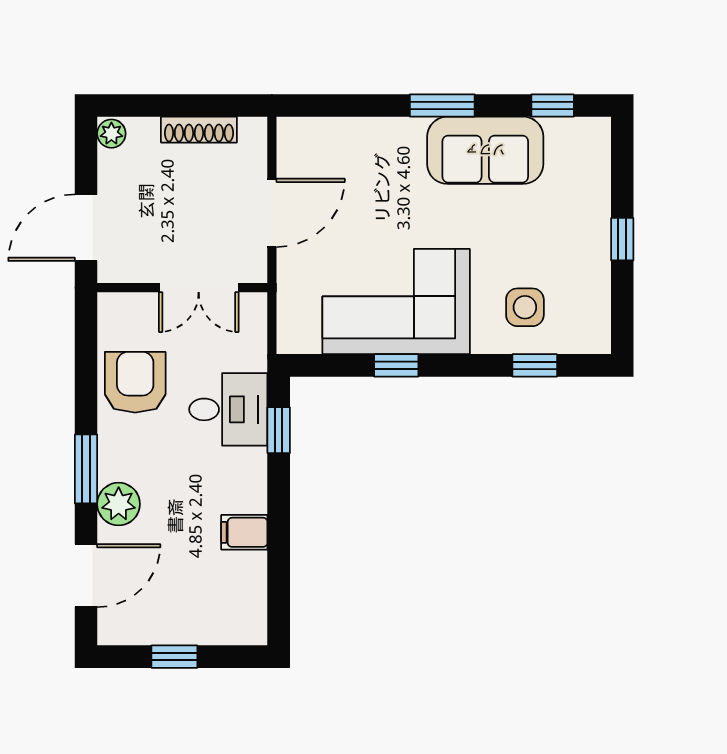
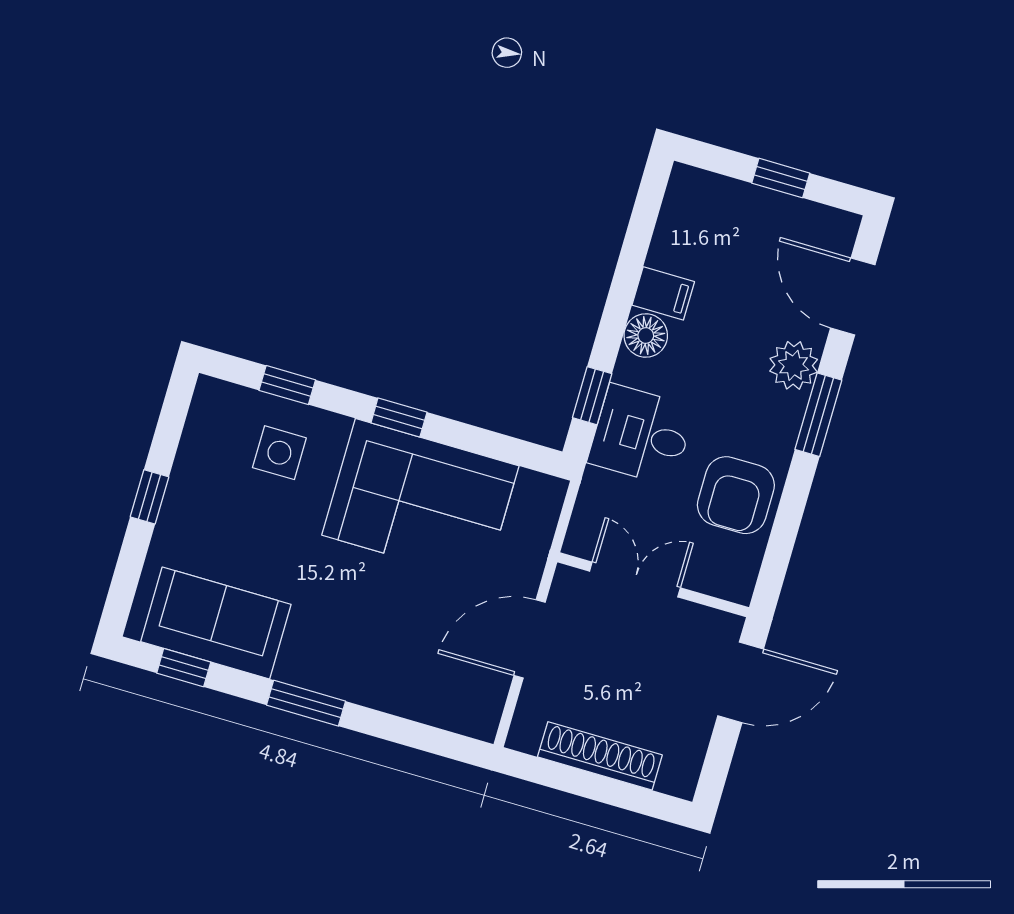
shoe rack: (199, 130) -> (600, 756), width x1.36, depth x1.24
plant: (111, 134) -> (682, 779), removed
sofa: (485, 150) -> (216, 623), moved
window: (396, 365) -> (399, 417), moved
floor lamp: (249, 493) -> (646, 336), added
door: (86, 576) -> (853, 296), hinge flipped

